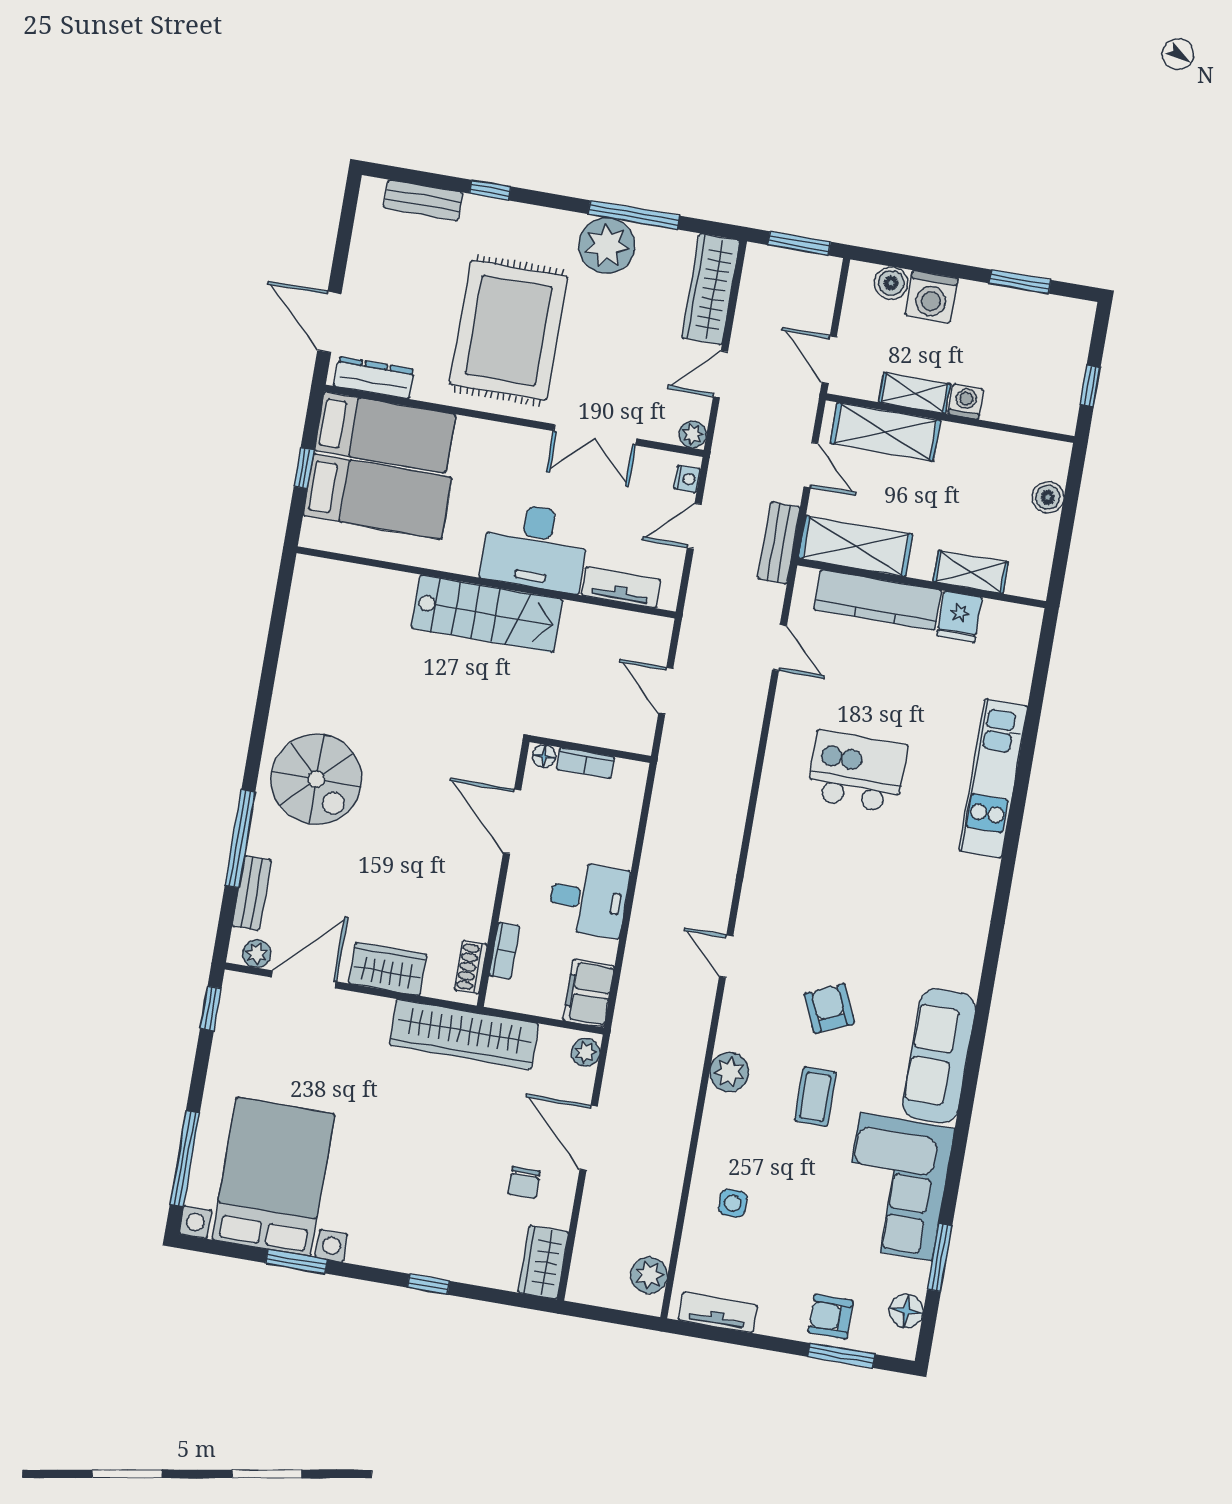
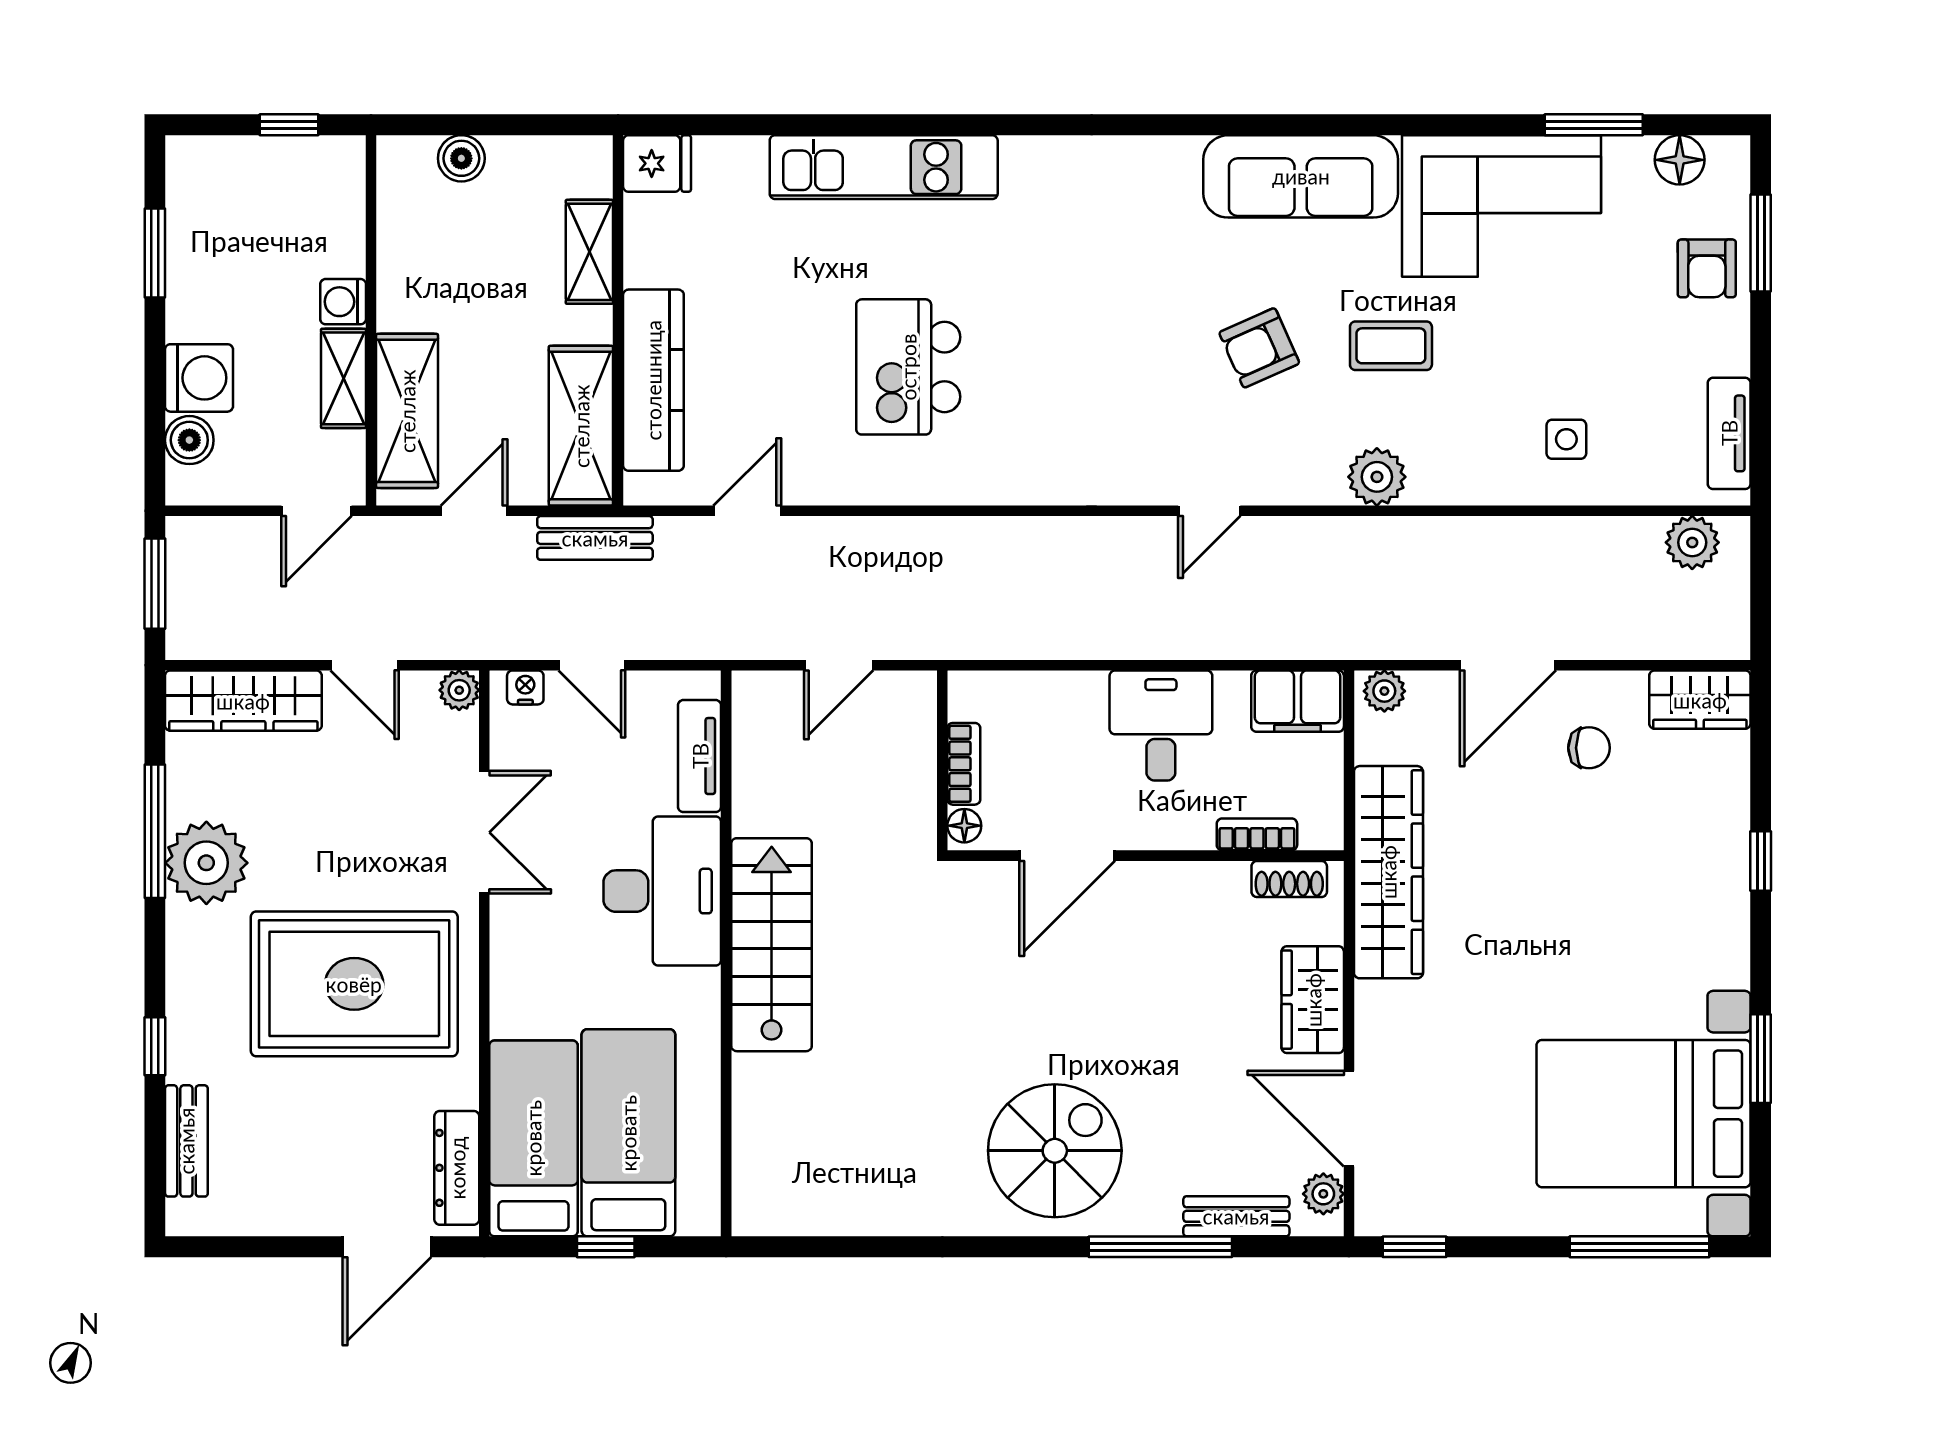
fridge: (959, 617) -> (657, 163), moved

